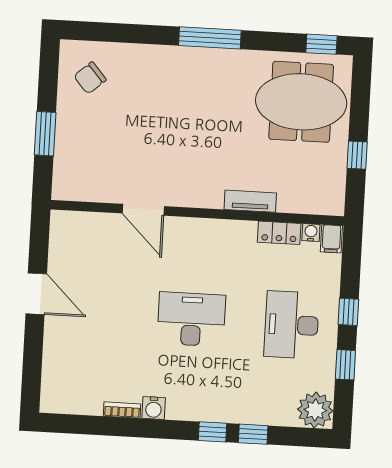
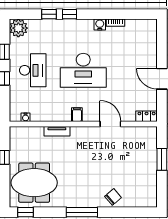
chair: (90, 78) -> (113, 197), moved
locker: (279, 233) -> (147, 116), moved
filing cabinet: (331, 239) -> (77, 115), moved
desk: (191, 319) -> (83, 70), width x1.36, depth x1.30

